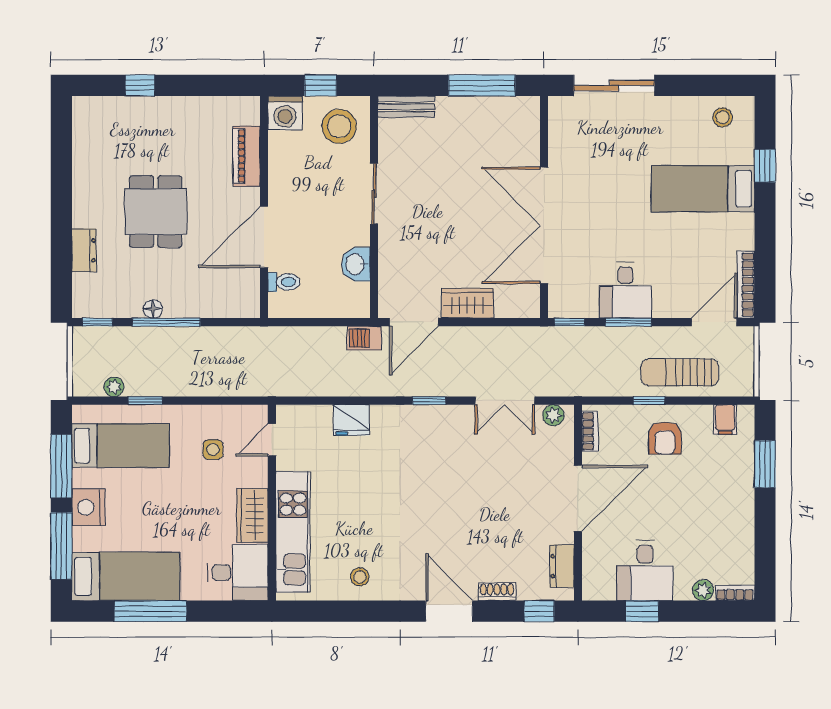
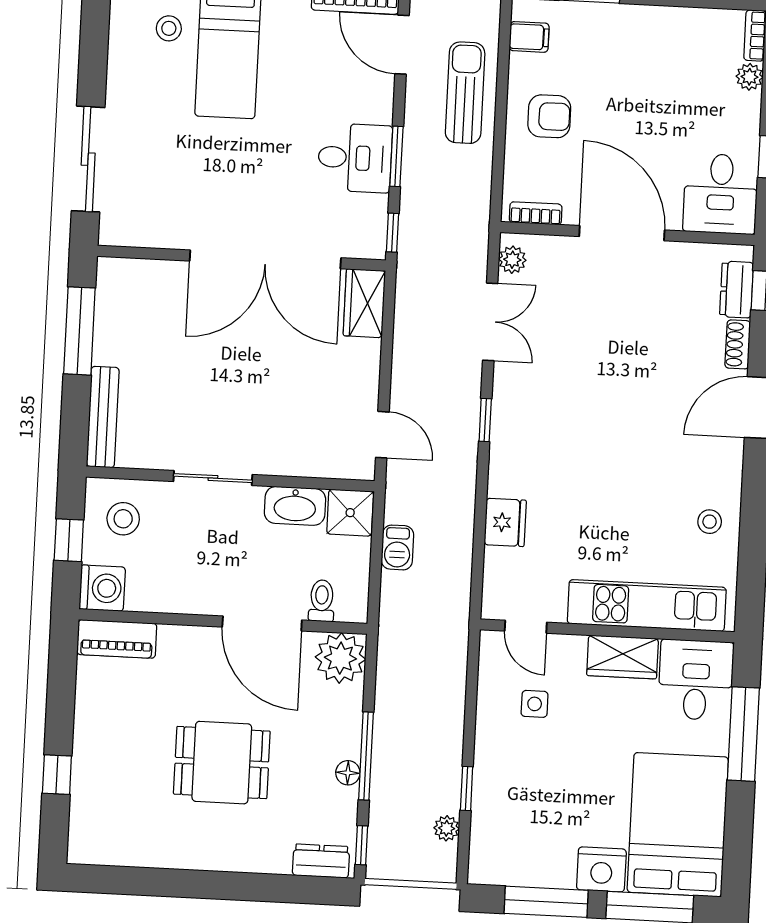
bench: (406, 107) -> (103, 417), width x1.36
stool: (723, 117) -> (169, 28), moved
stool: (339, 126) -> (123, 519), width x0.73, depth x0.73
piano: (247, 156) -> (117, 639), moved
dresser: (84, 250) -> (321, 861), moved
washbasin: (356, 264) -> (295, 506), width x1.38
plant: (241, 299) -> (340, 658), added
shower: (353, 300) -> (350, 513), added
wardrobe: (468, 303) -> (364, 303), moved
door: (414, 322) -> (382, 435), width x0.73
barbecue: (364, 338) -> (397, 547), moved
sun lounger: (680, 372) -> (465, 93), turned 180
window: (649, 401) -> (500, 134), removed
bed: (121, 446) -> (523, 824), removed
dresser: (562, 566) -> (737, 290), moved, turned 90
desk: (645, 570) -> (721, 194), moved, turned 90
bed: (126, 576) -> (678, 825), width x1.50
window: (150, 611) -> (743, 734), moved

